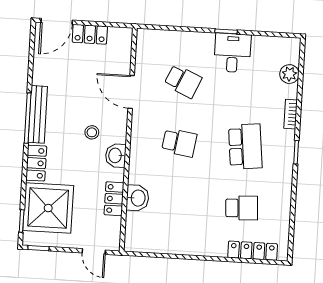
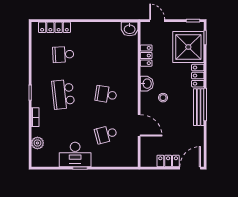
desk: (232, 53) -> (75, 155), width x1.37
school desk: (183, 81) -> (106, 134), turned -39
washbasin: (138, 198) -> (130, 29), moved, turned -90

